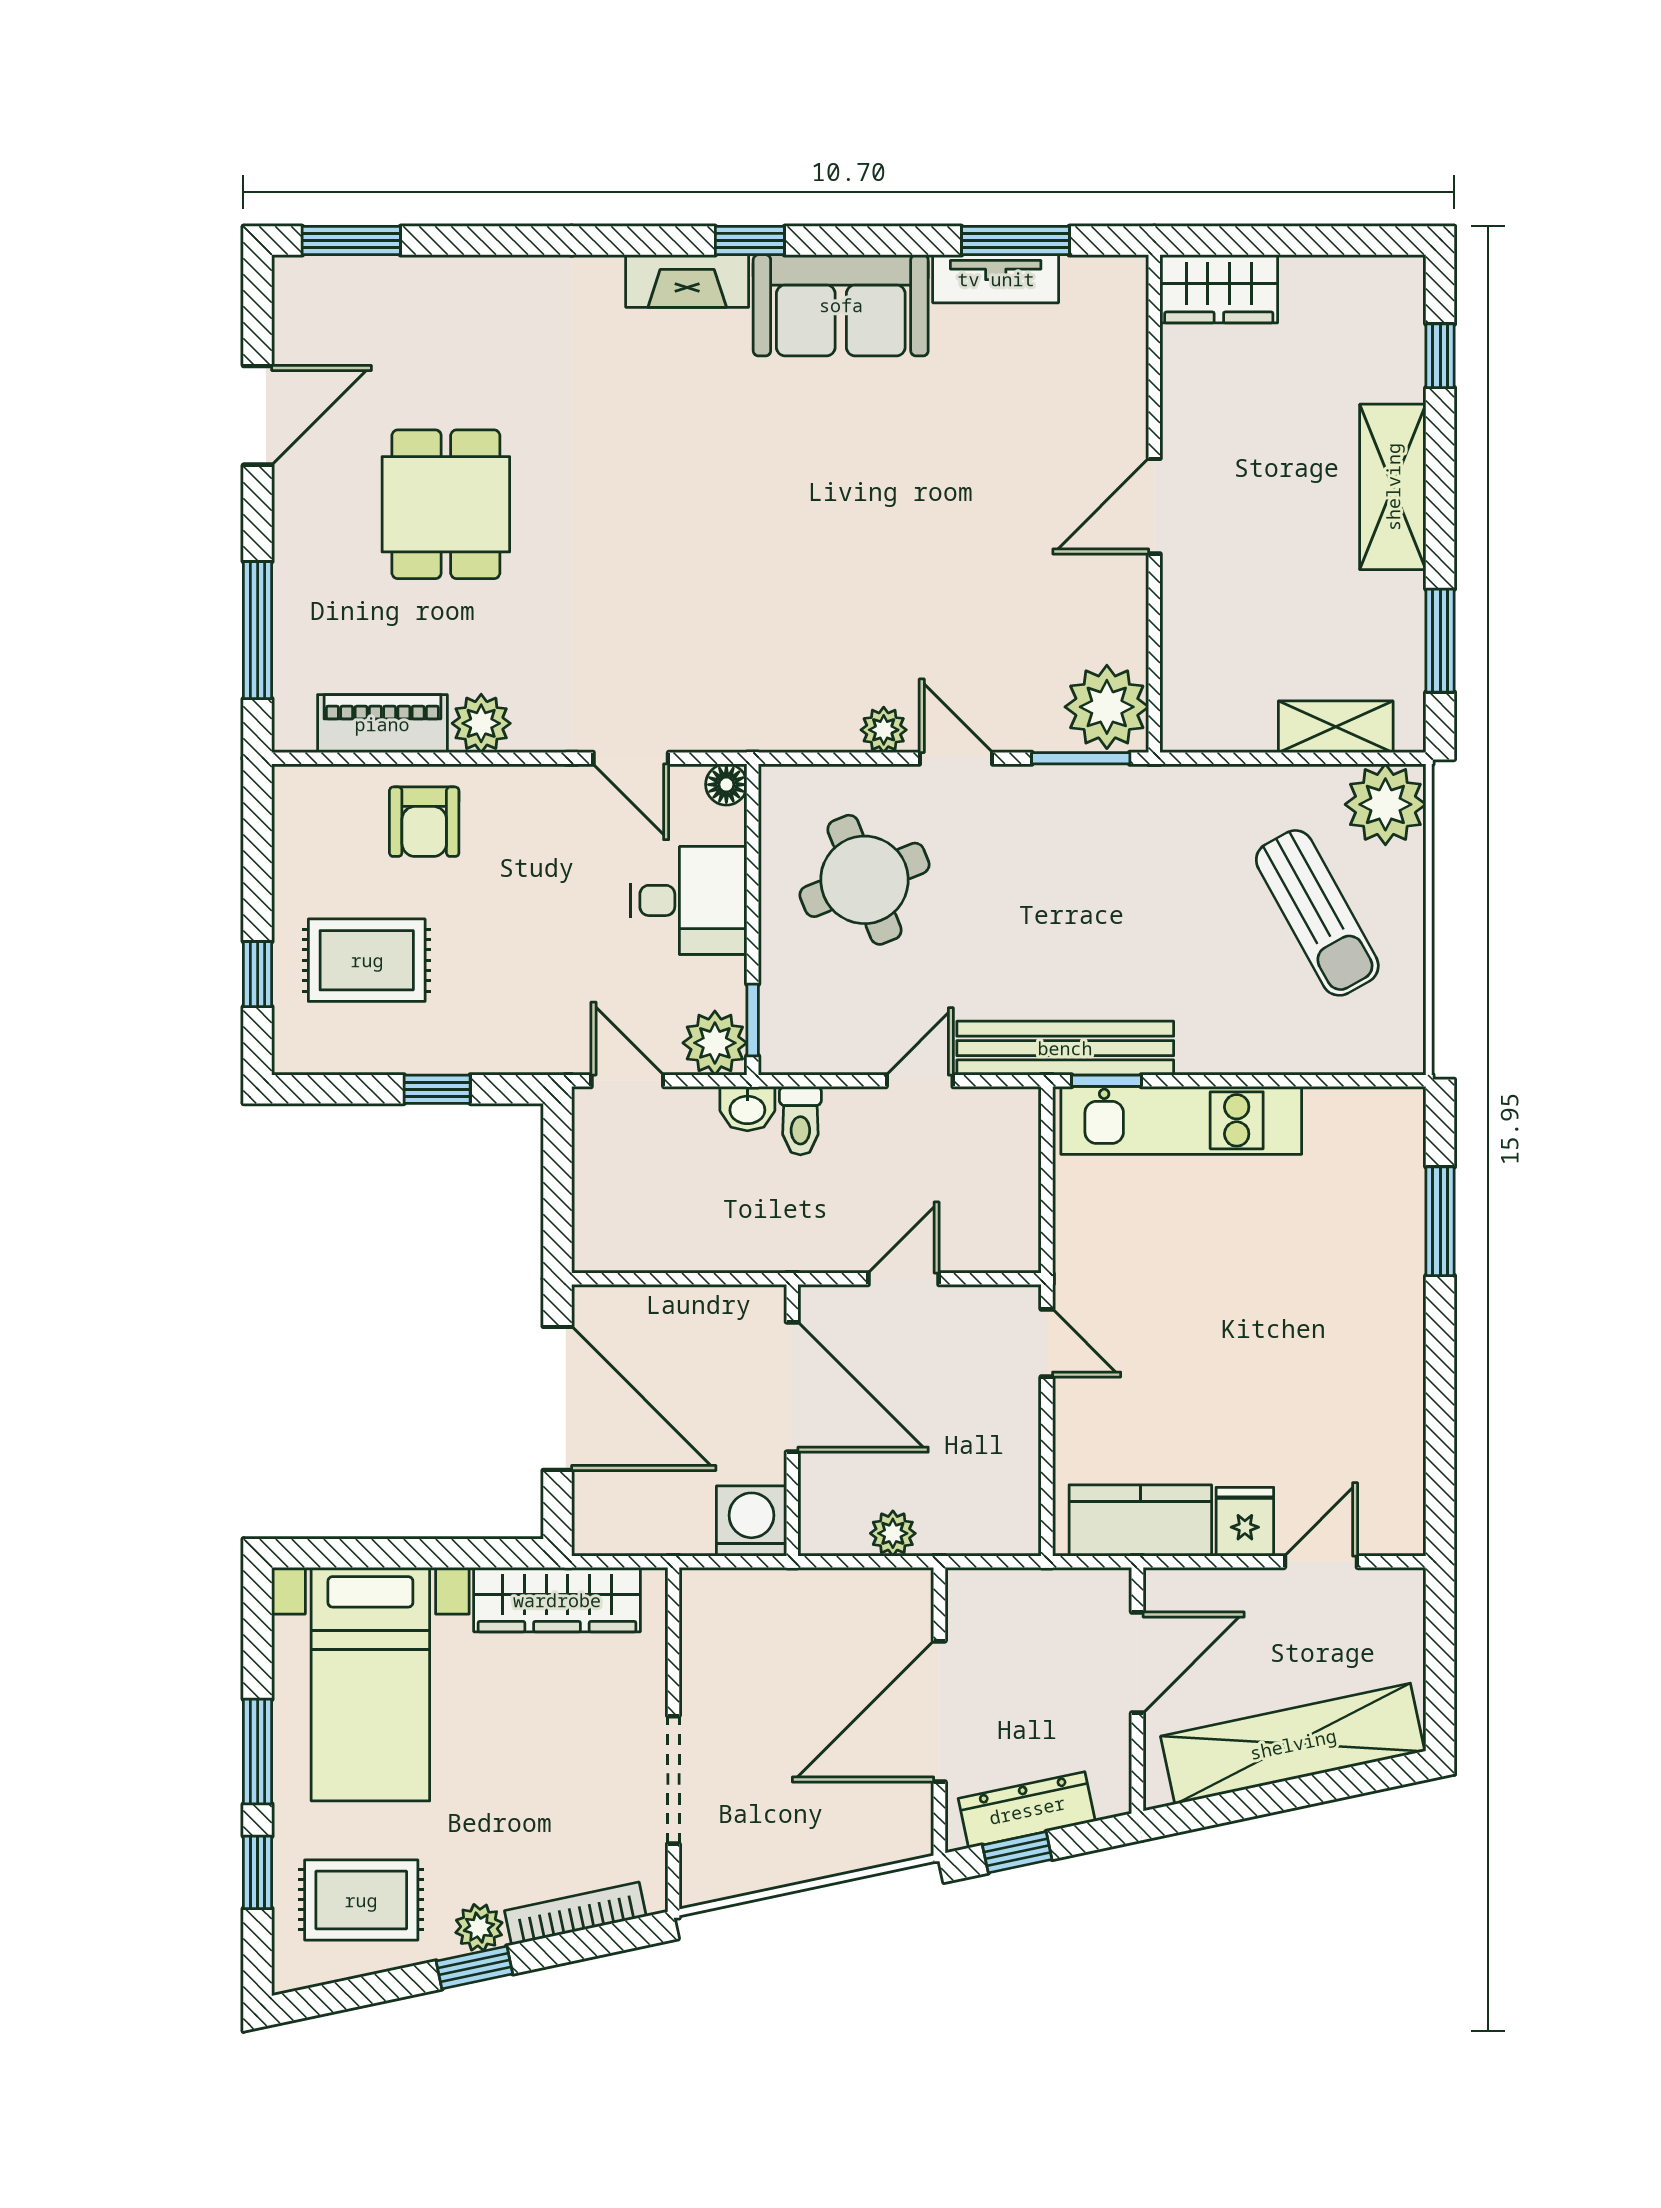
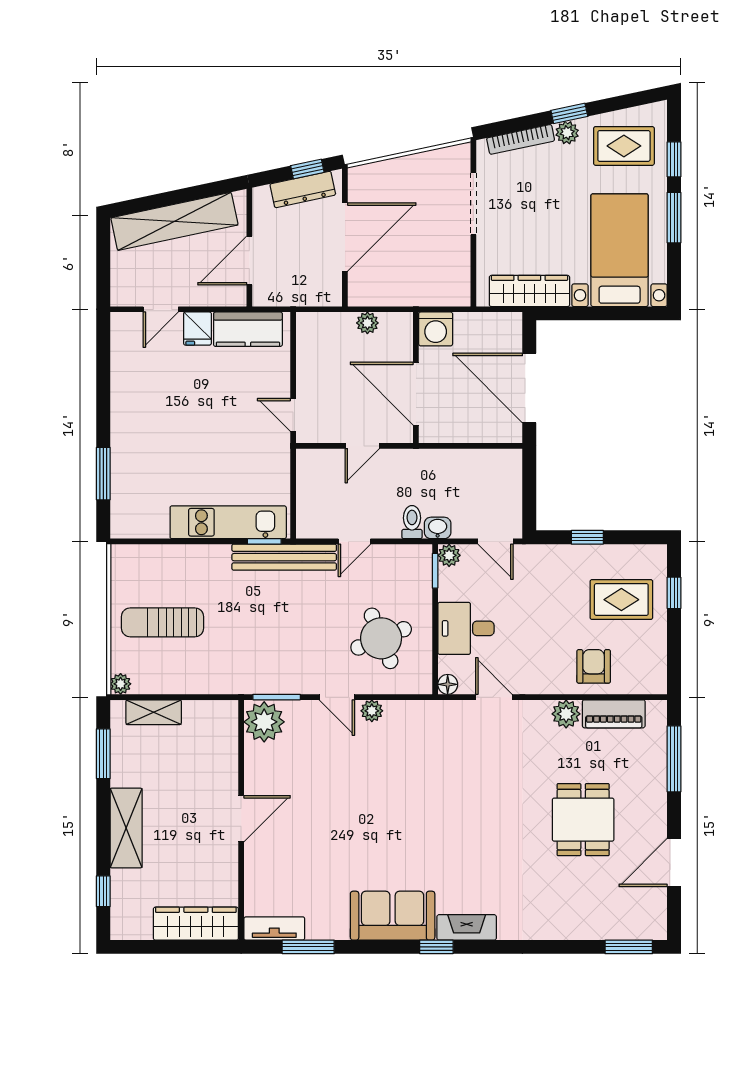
tv unit: (996, 279) -> (274, 928), moved
wardrobe: (1219, 289) -> (196, 924), width x1.50
plant: (1385, 804) -> (121, 684), width x0.53, depth x0.53
sun lounger: (1317, 913) -> (163, 622), turned -61
plant: (715, 1043) -> (449, 555), width x0.73, depth x0.73

